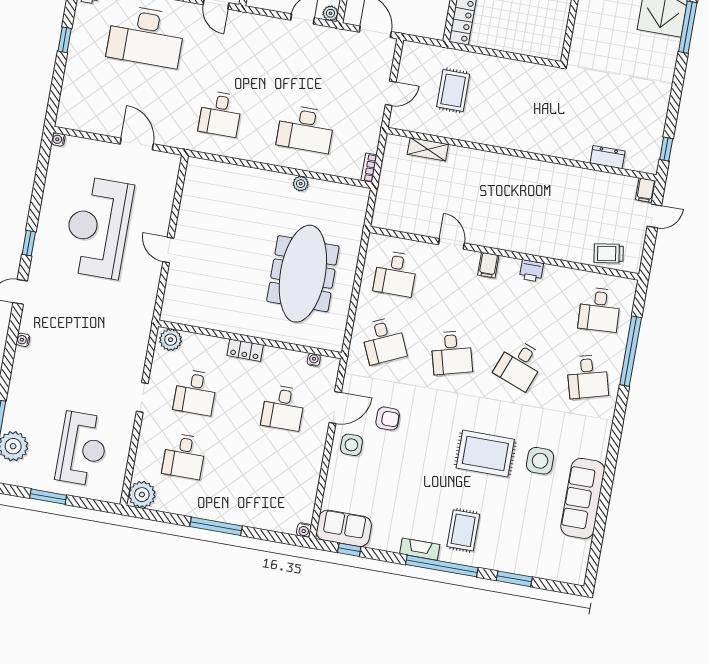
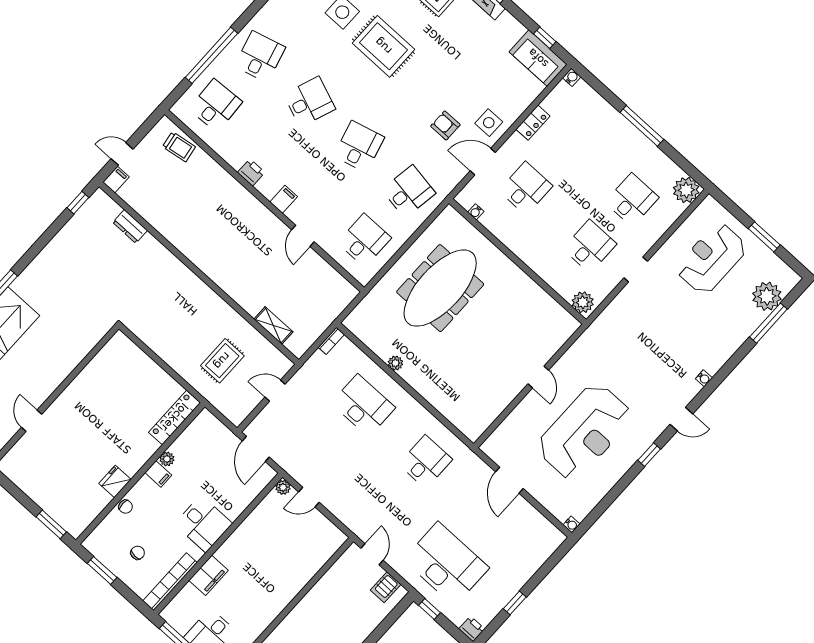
desk: (384, 341) -> (409, 191), turned 33
locker: (245, 350) -> (533, 123), moved, turned 90

